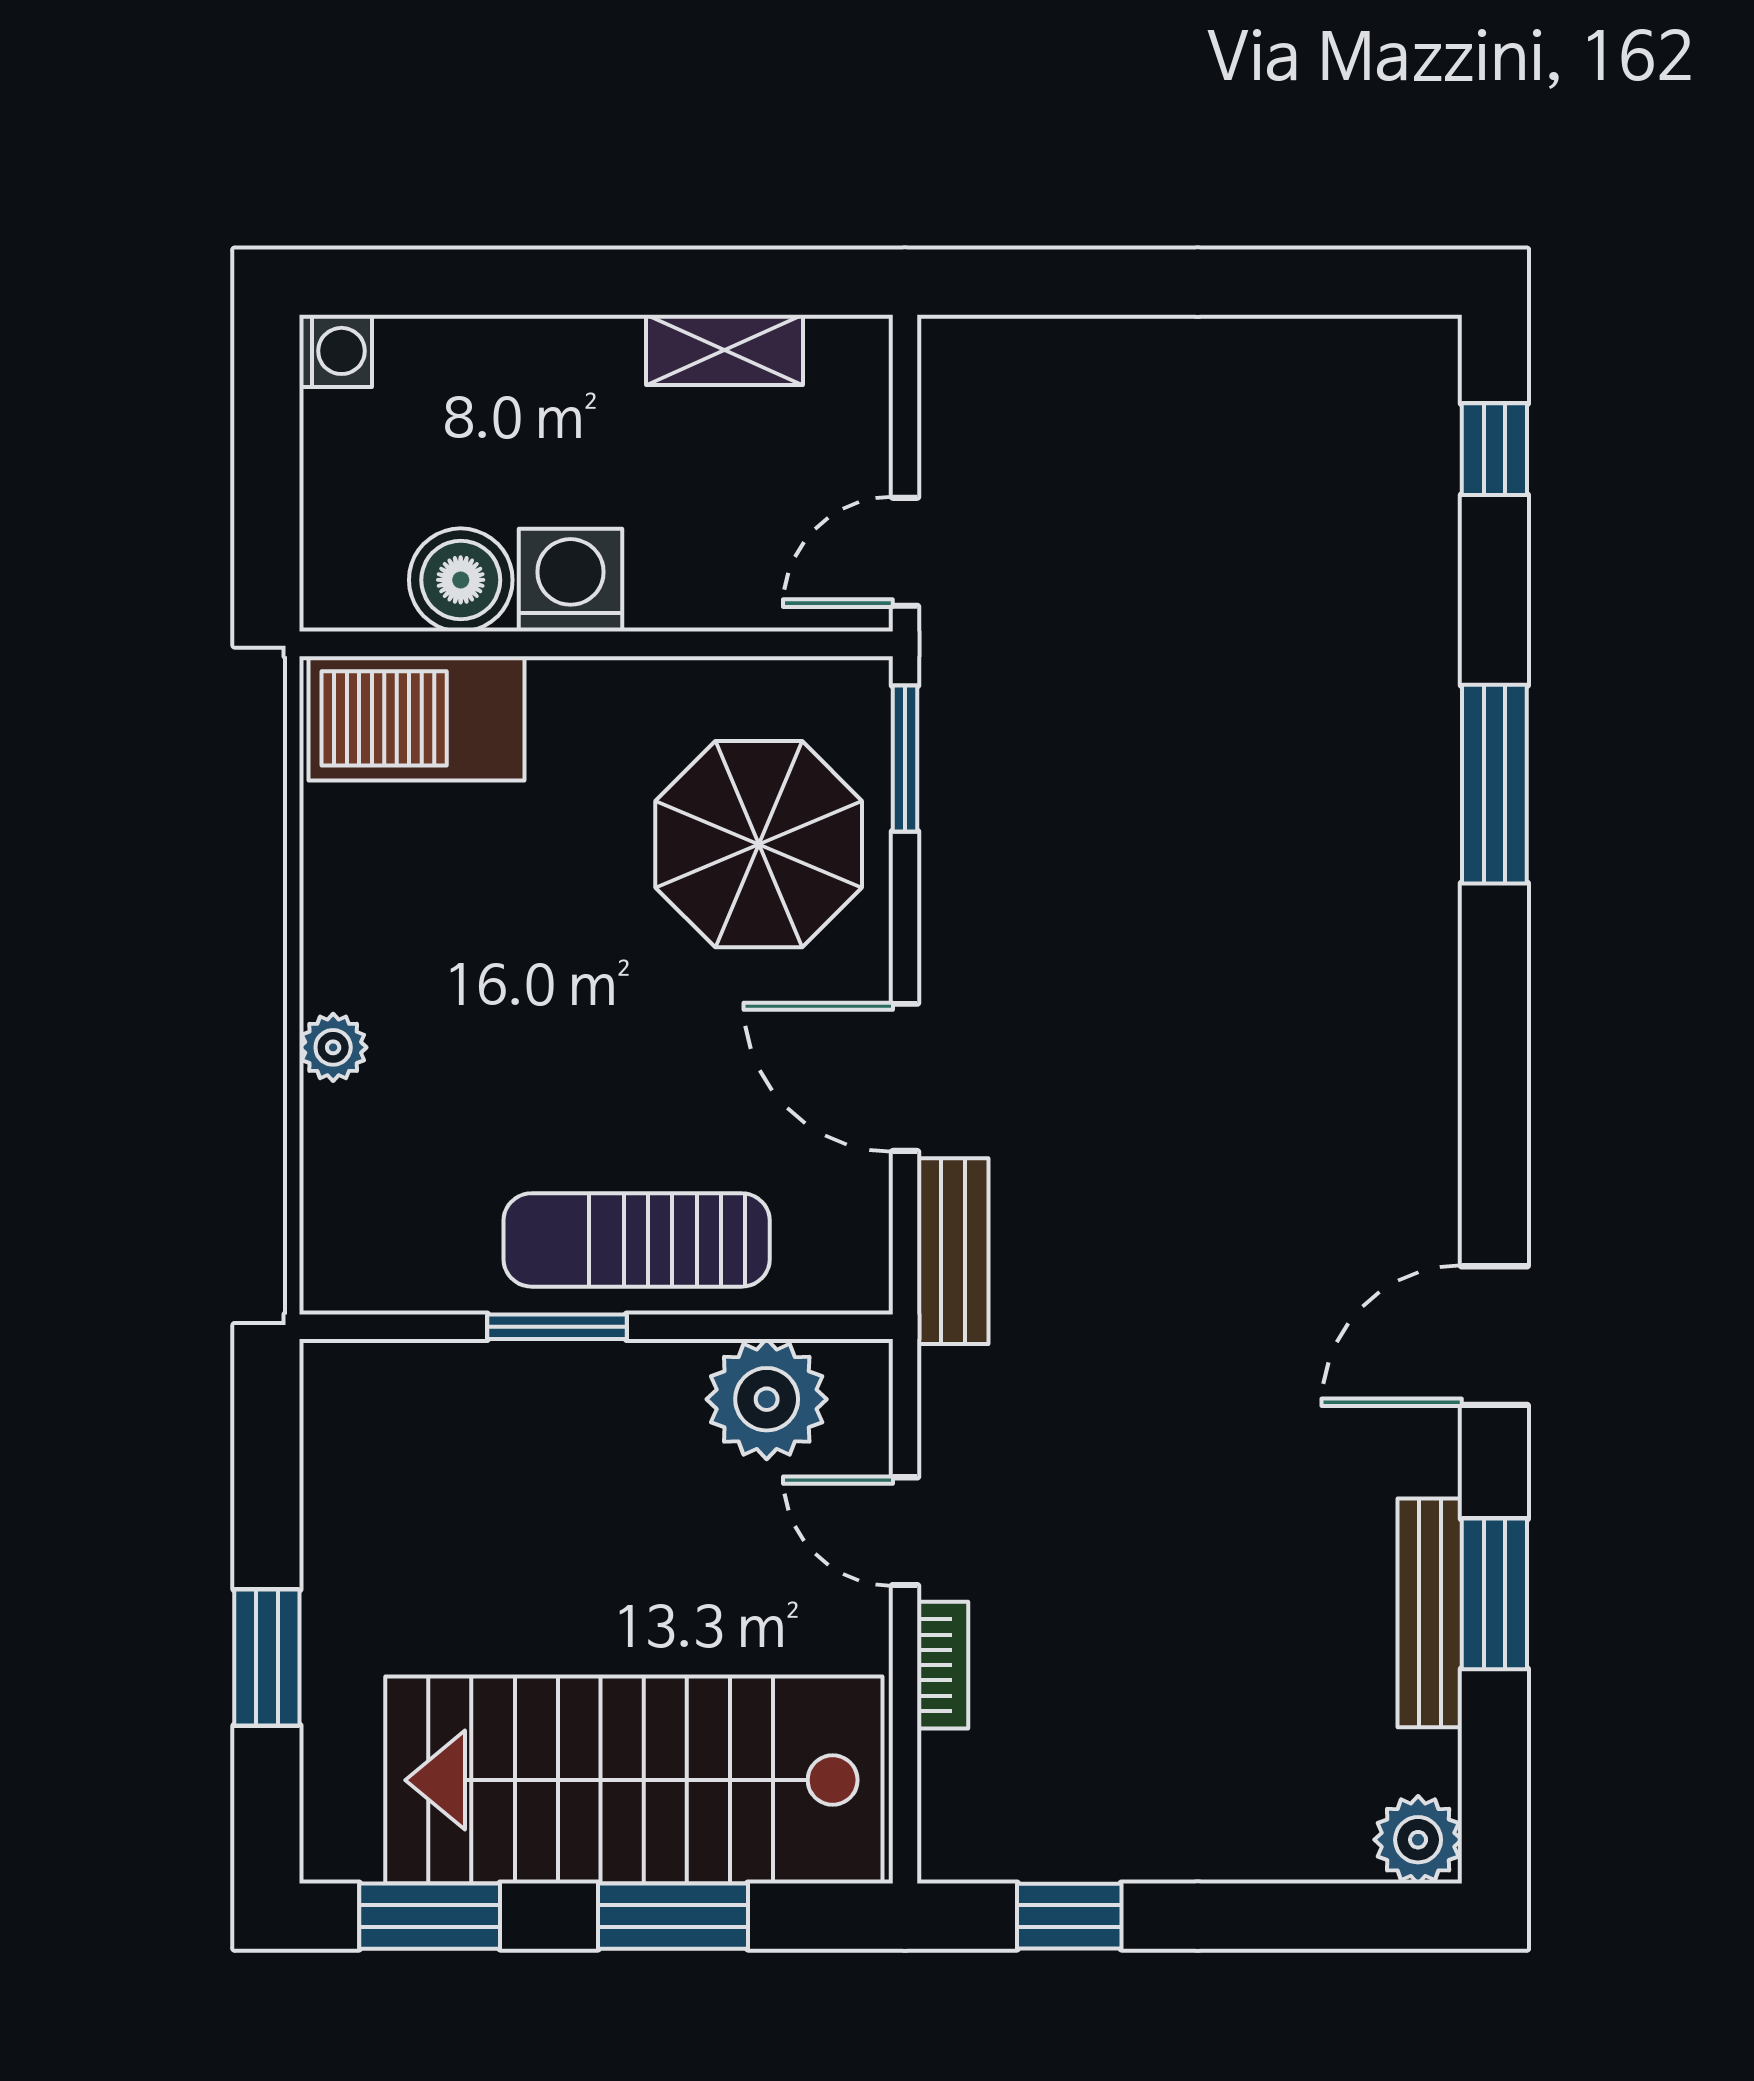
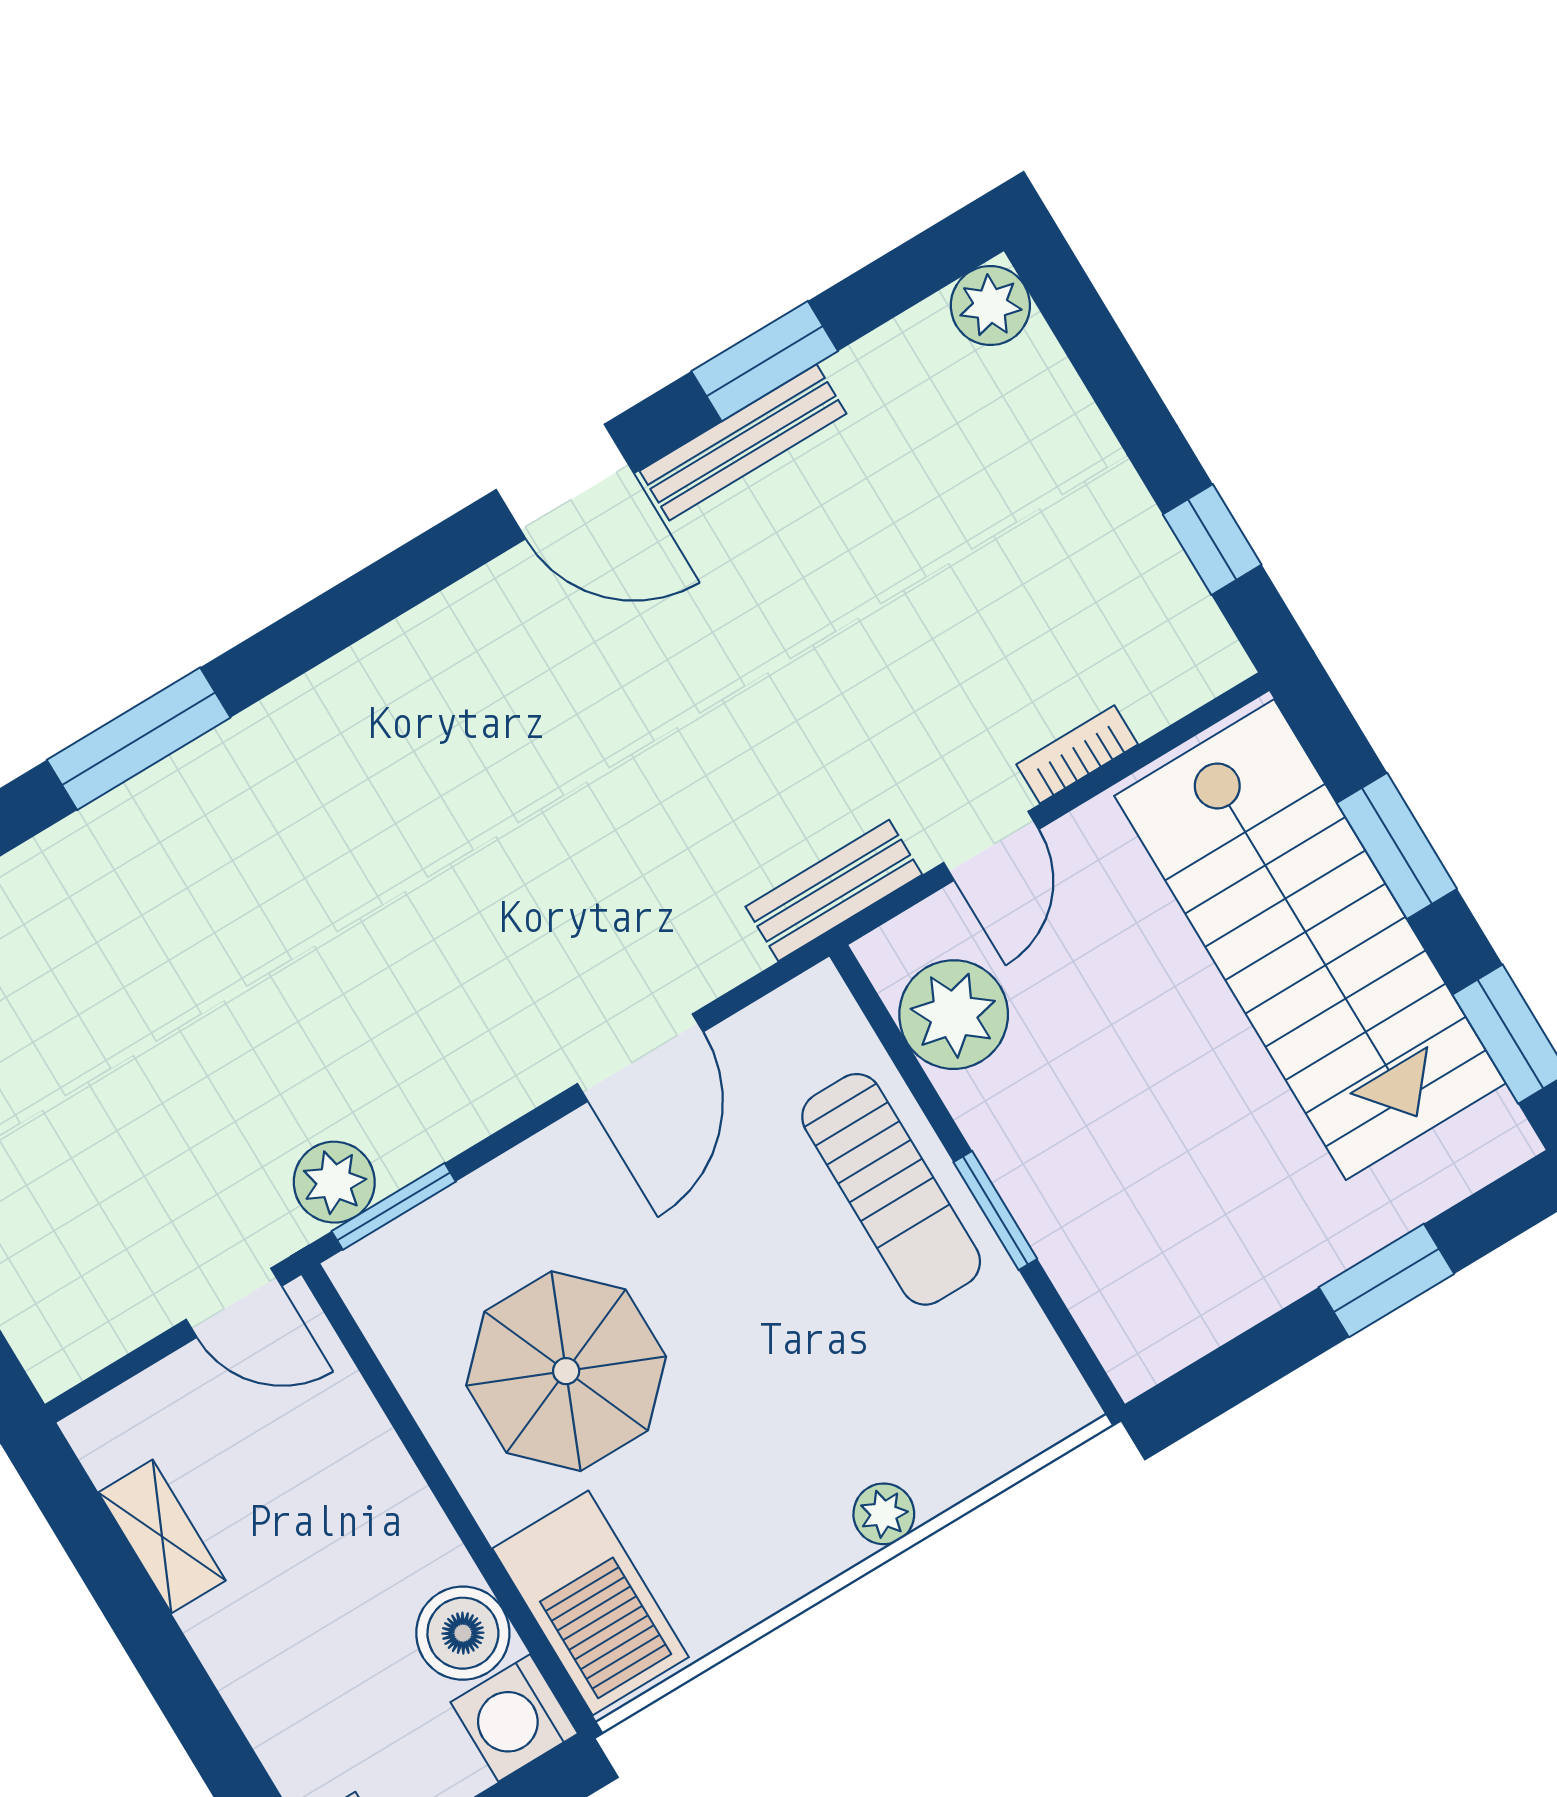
washing machine: (571, 580) -> (514, 1718), moved
plant: (962, 716) -> (334, 1182), added
parasol: (759, 844) -> (566, 1371), moved
bench: (953, 1251) -> (834, 891), moved
bench: (1430, 1613) -> (743, 442), moved

